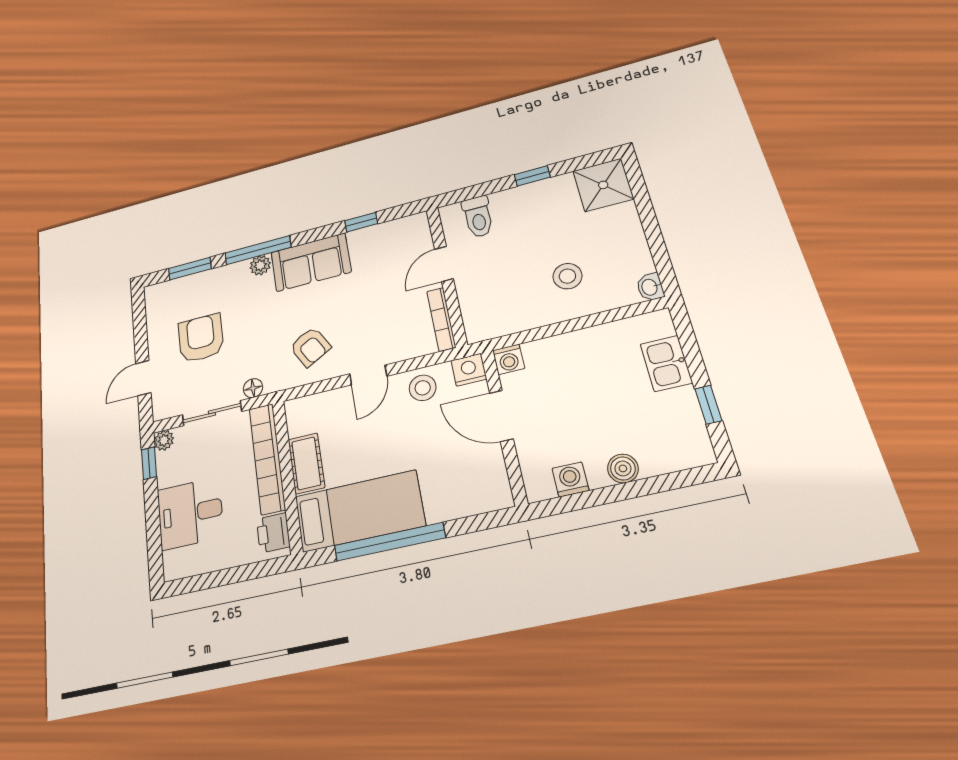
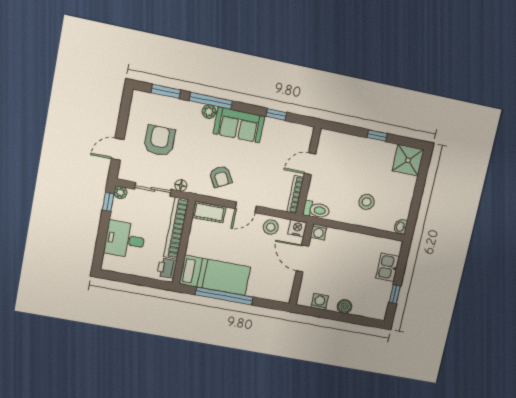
toilet: (478, 217) -> (316, 210), moved, turned -90
cot: (306, 463) -> (209, 212), moved, turned 90

